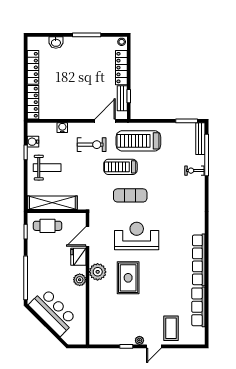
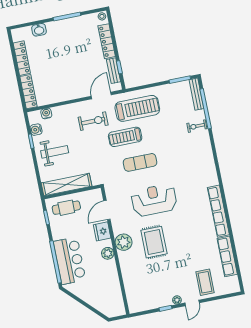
water cooler: (62, 128) -> (46, 113), moved
treadmill: (138, 141) -> (137, 108), turned 180
bar counter: (53, 312) -> (69, 261), moved, turned 45

